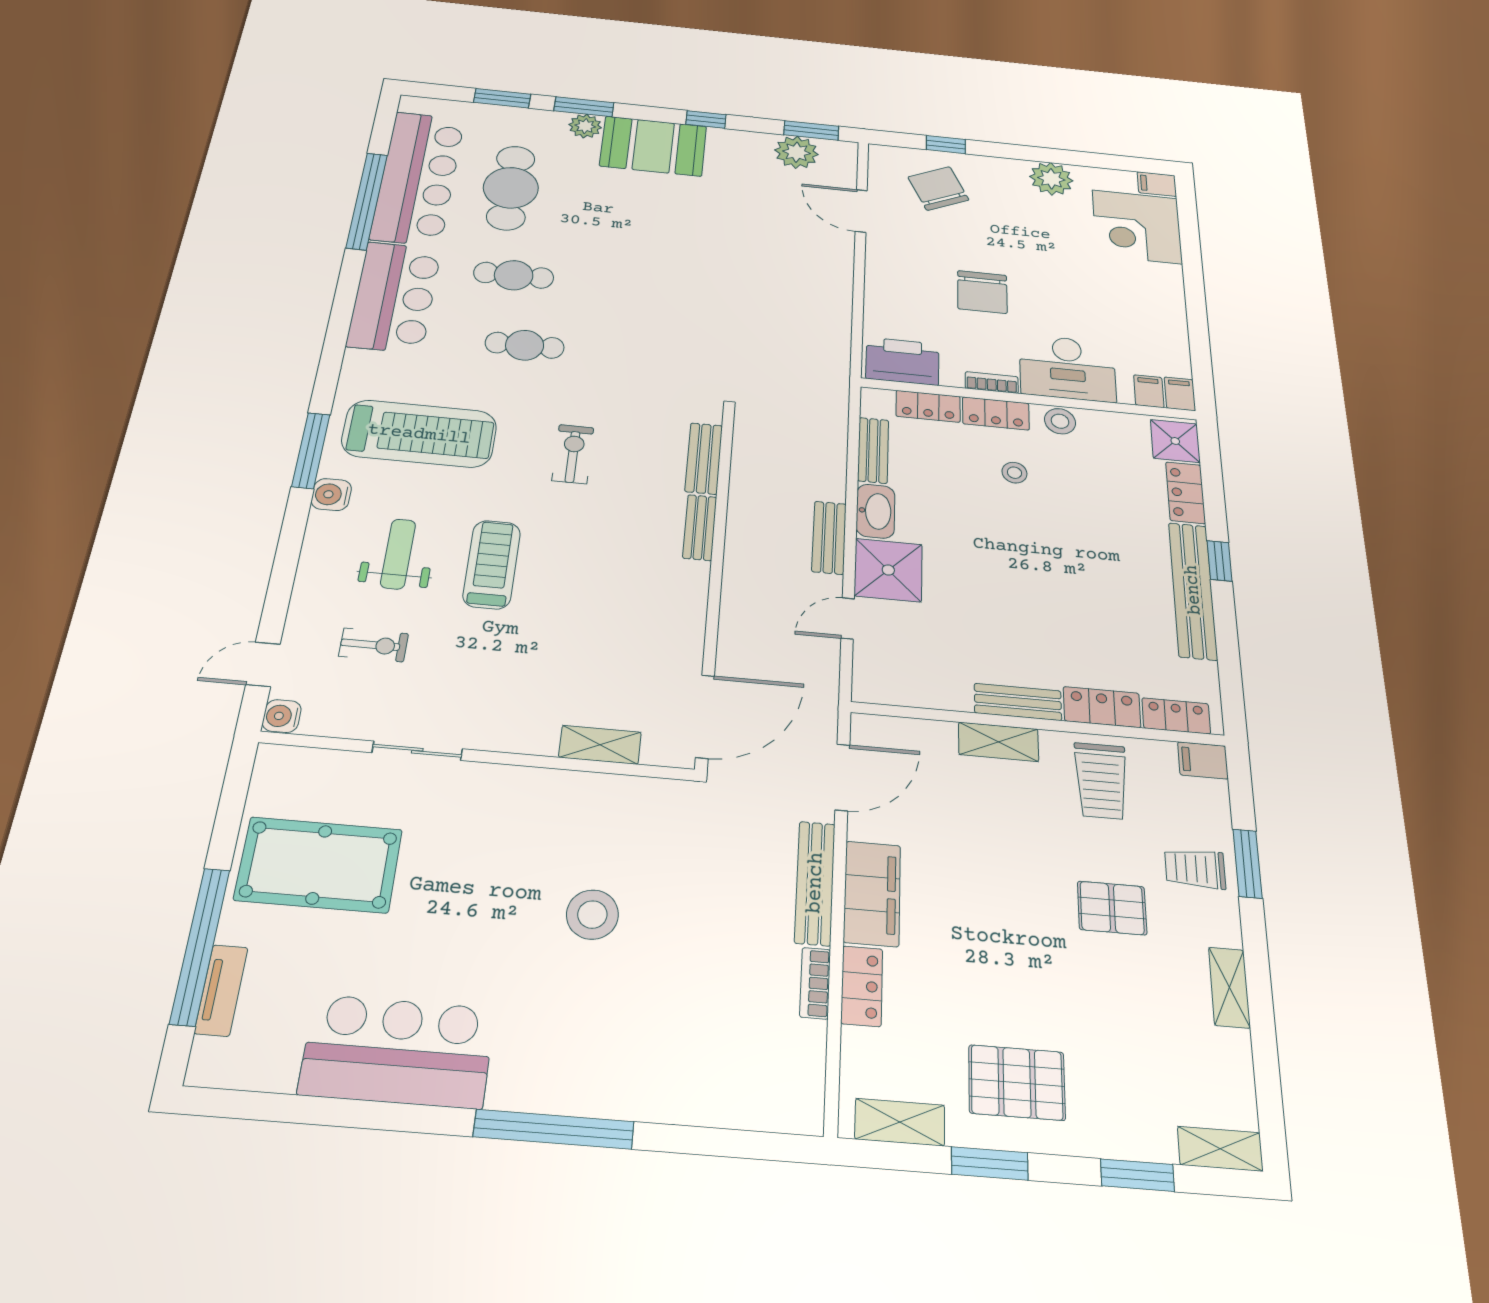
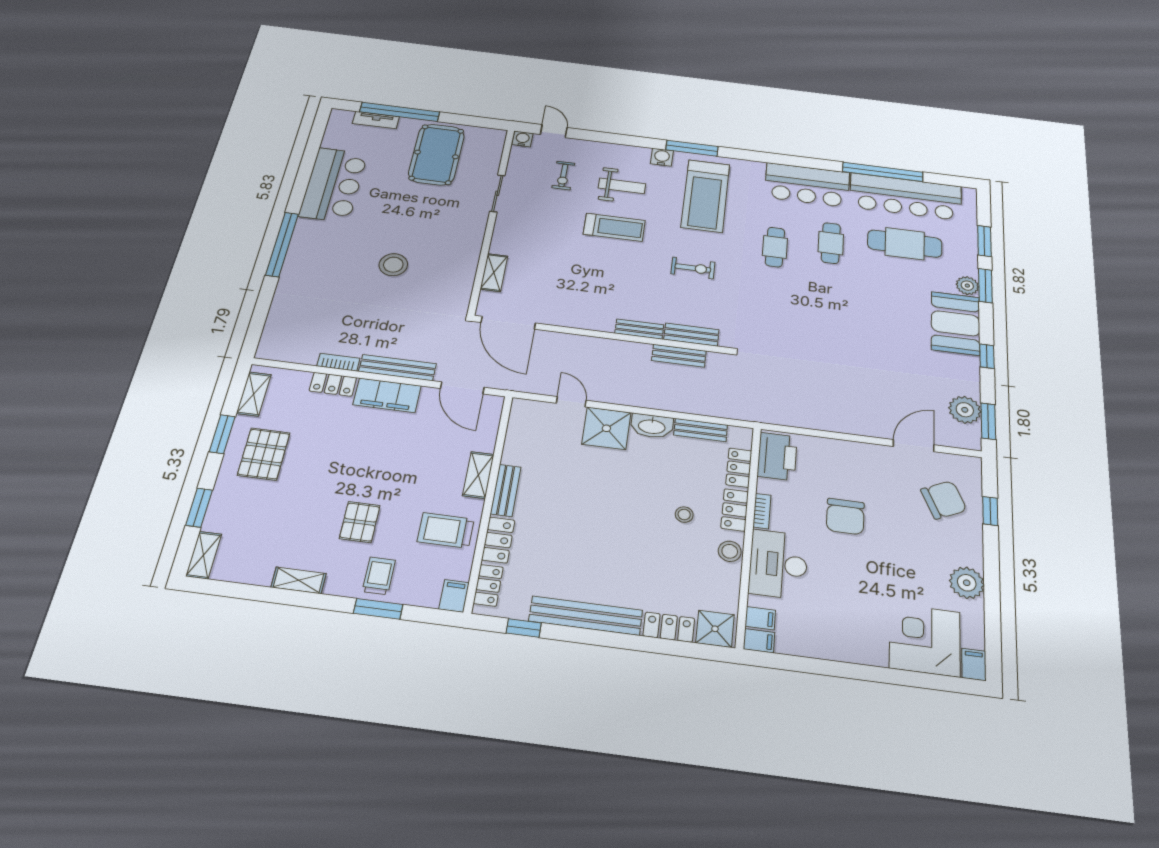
chair: (982, 292) -> (845, 516), turned -90
bench: (829, 538) -> (679, 356), moved
window: (1219, 561) -> (524, 628), moved

